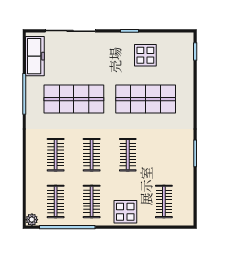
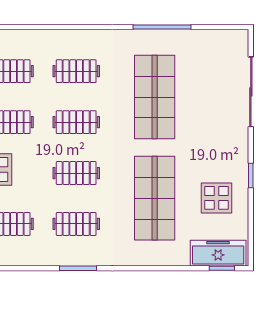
freezer: (35, 56) -> (218, 253), moved, turned 180
clothes rail: (164, 155) -> (76, 224), added

